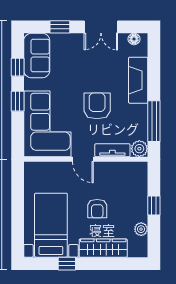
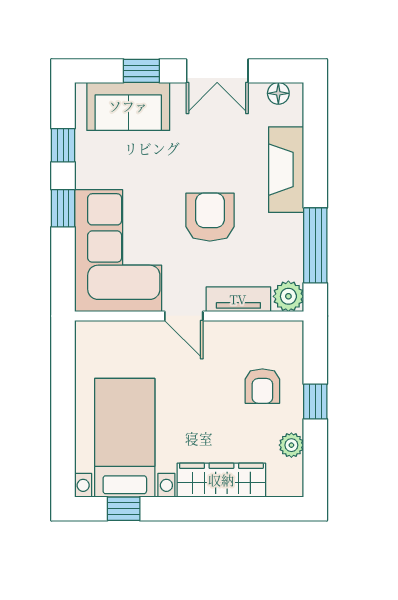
sofa: (37, 56) -> (128, 106), moved, turned 90
armchair: (97, 209) -> (262, 386), moved
window: (67, 264) -> (124, 509), moved

